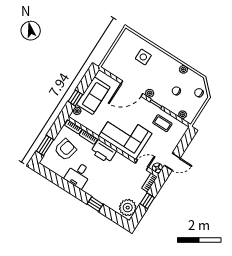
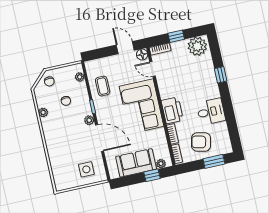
side table: (143, 57) -> (86, 169), moved

